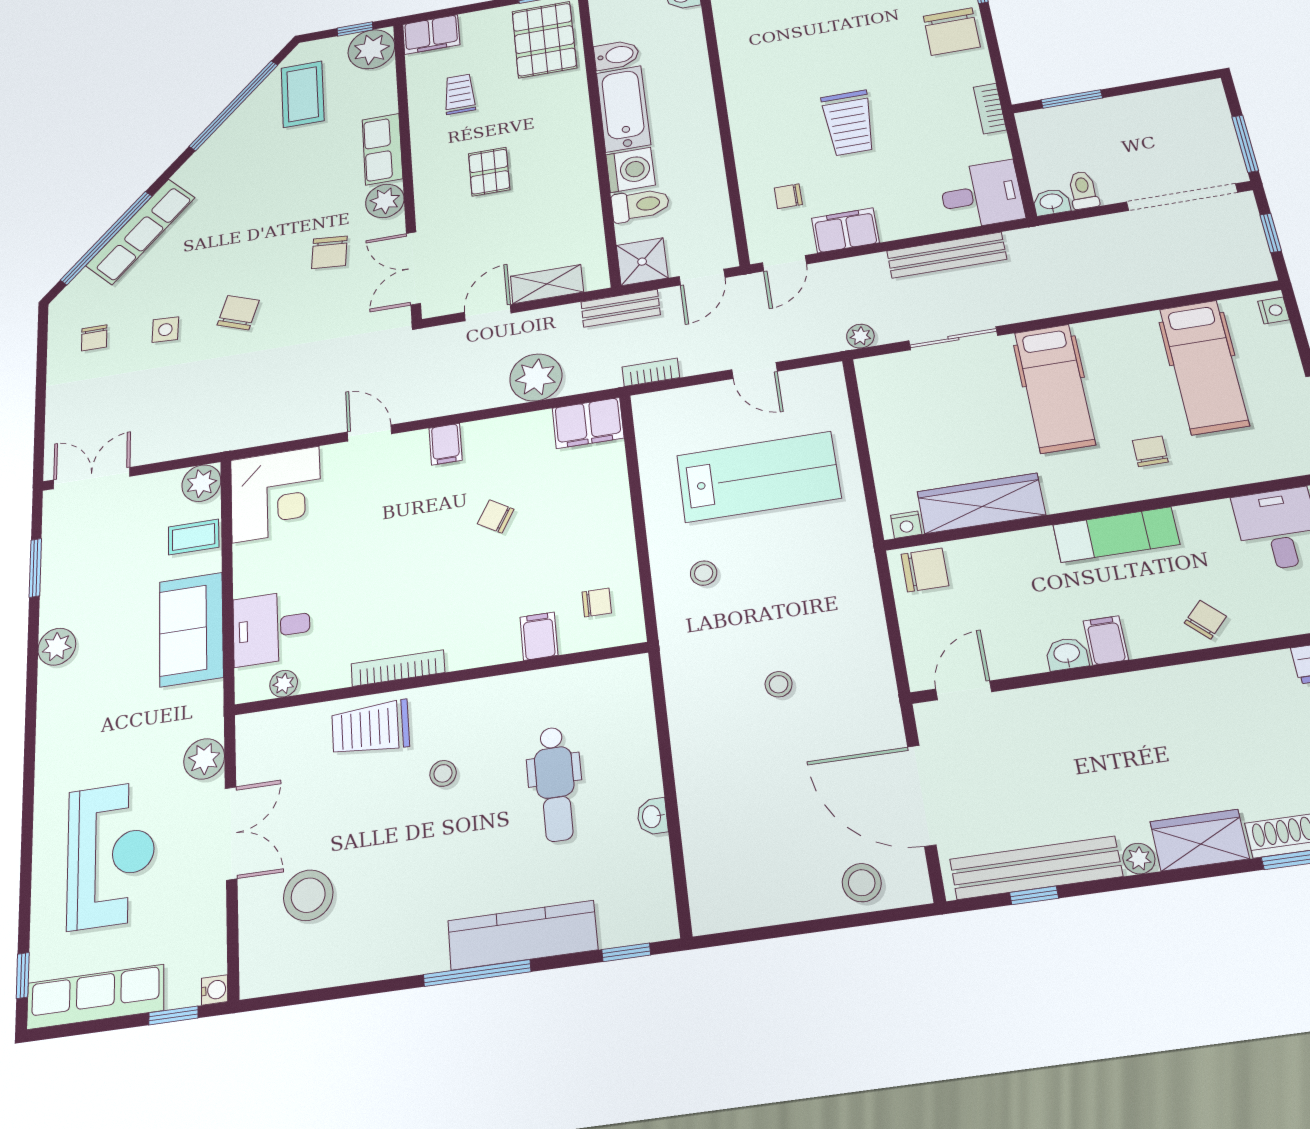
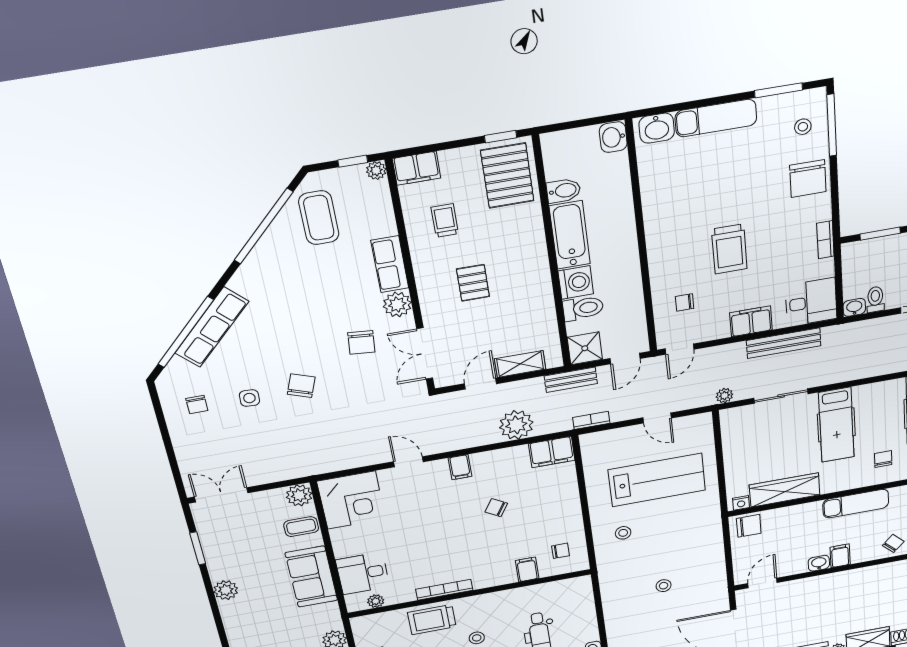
plant: (371, 49) -> (376, 170), width x0.53, depth x0.53
filing cabinet: (845, 230) -> (751, 321), moved

